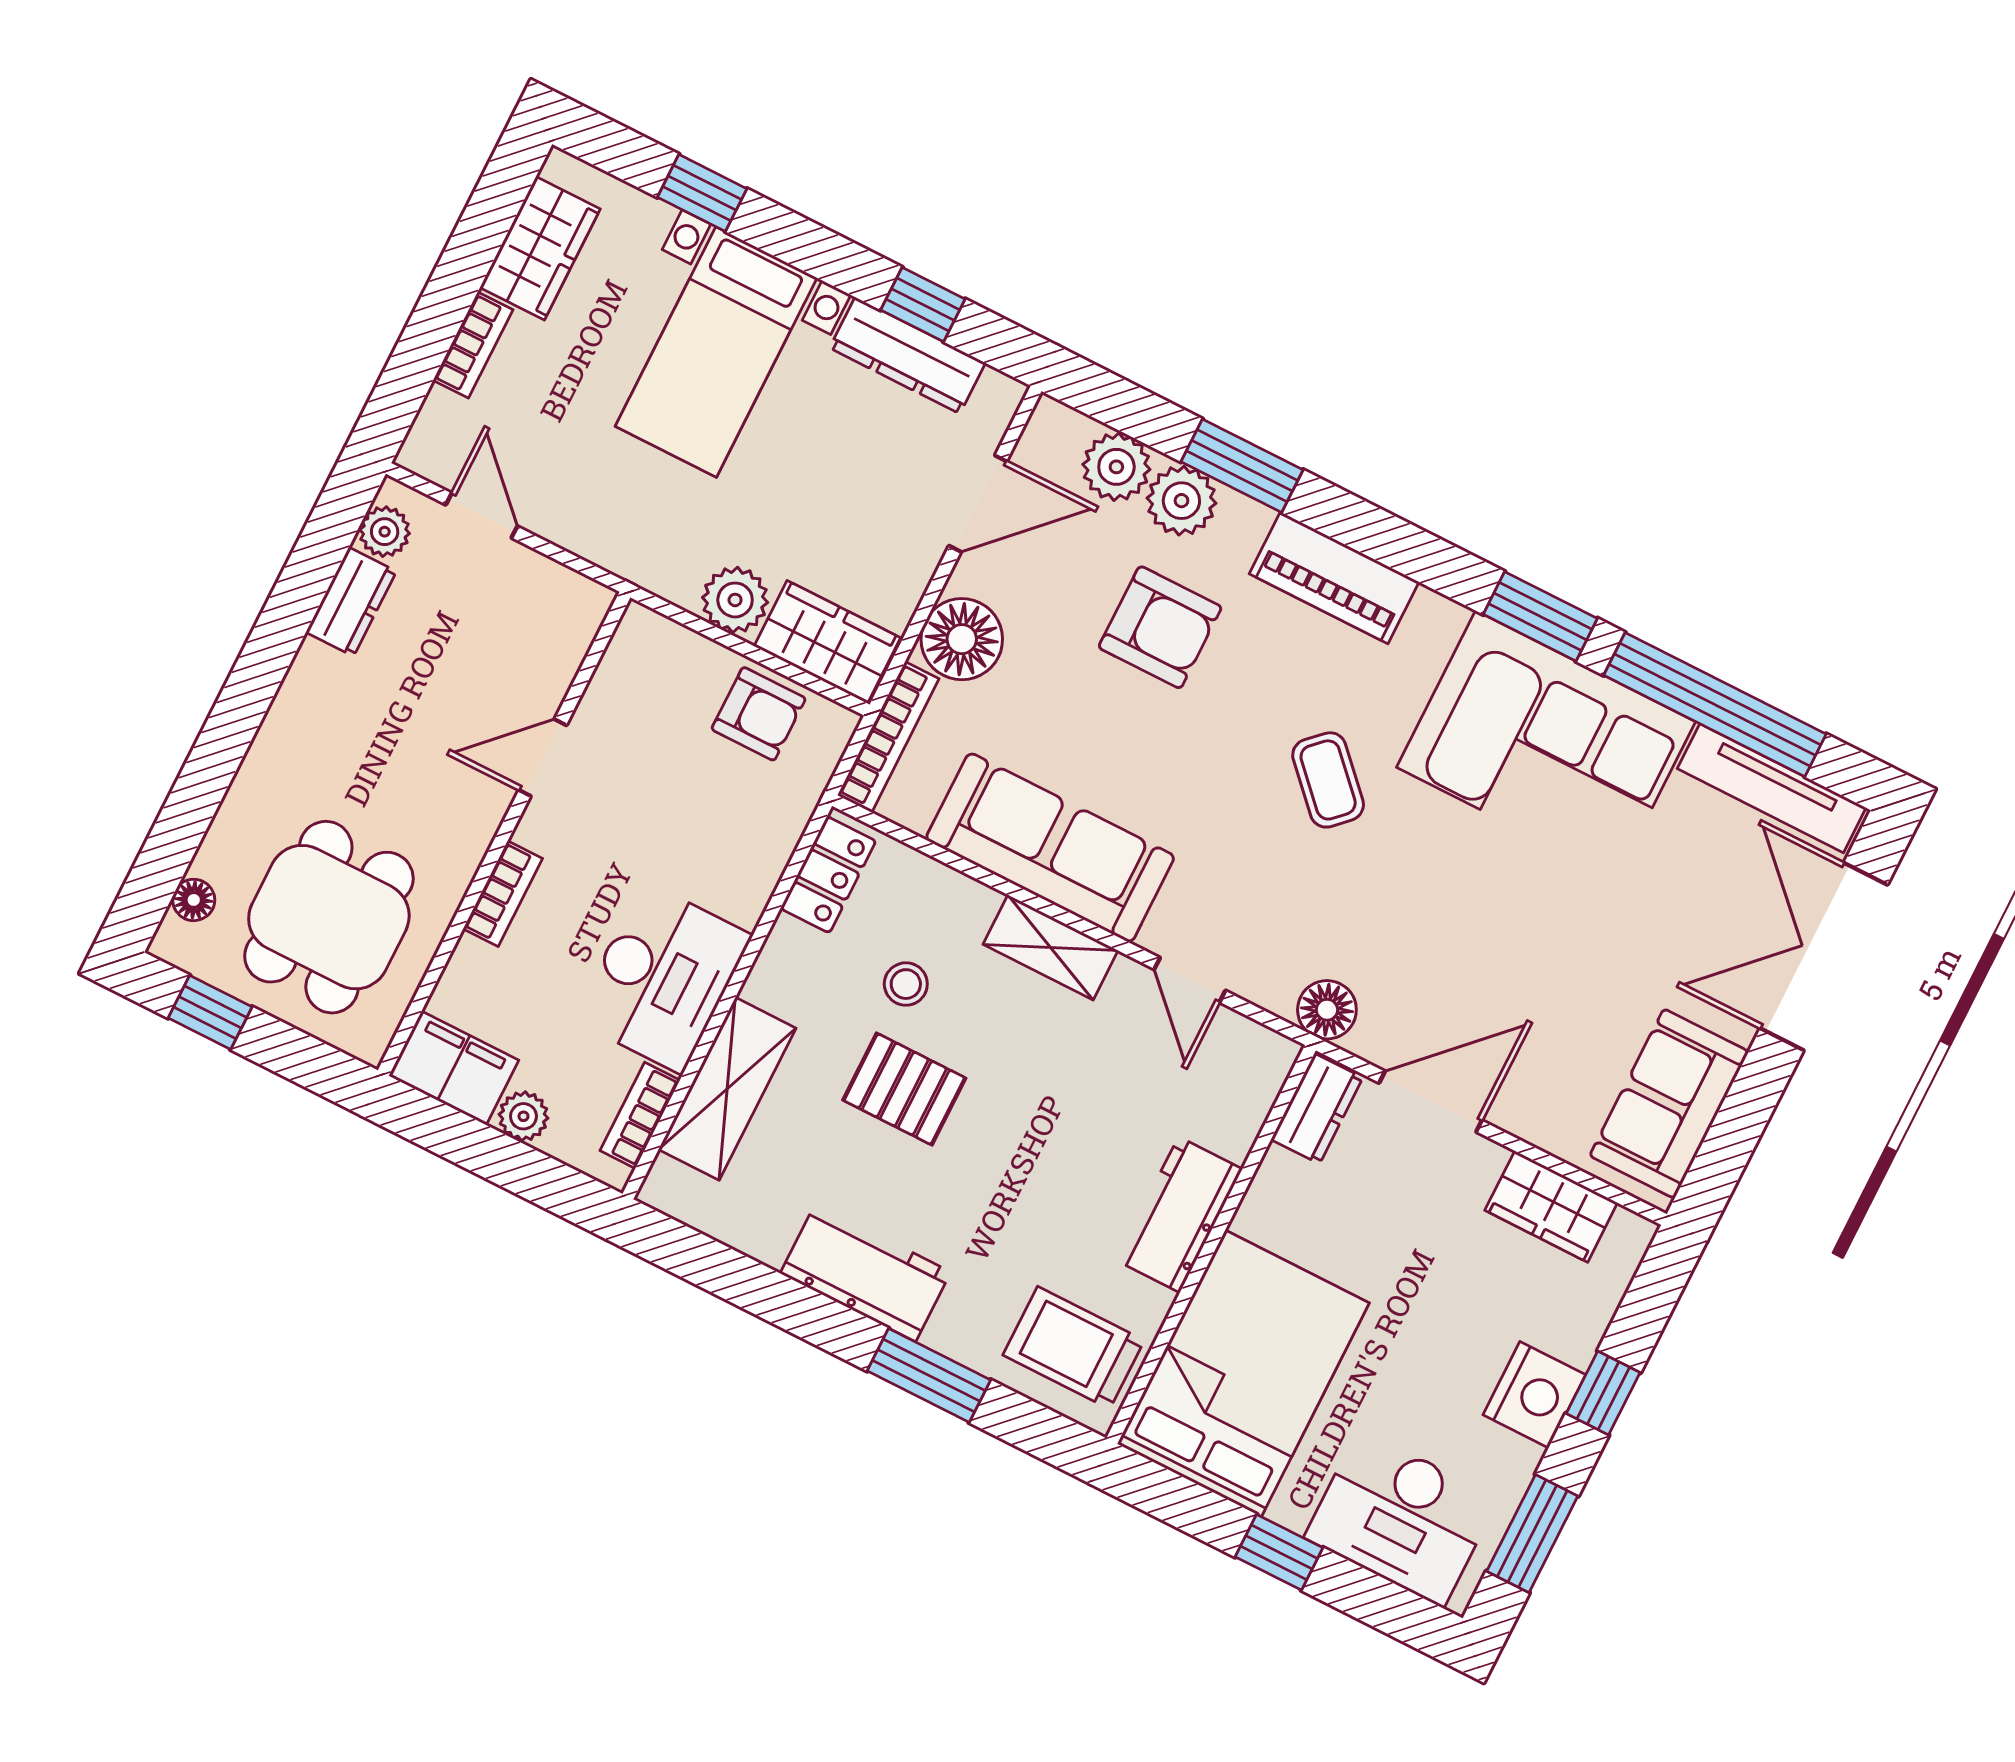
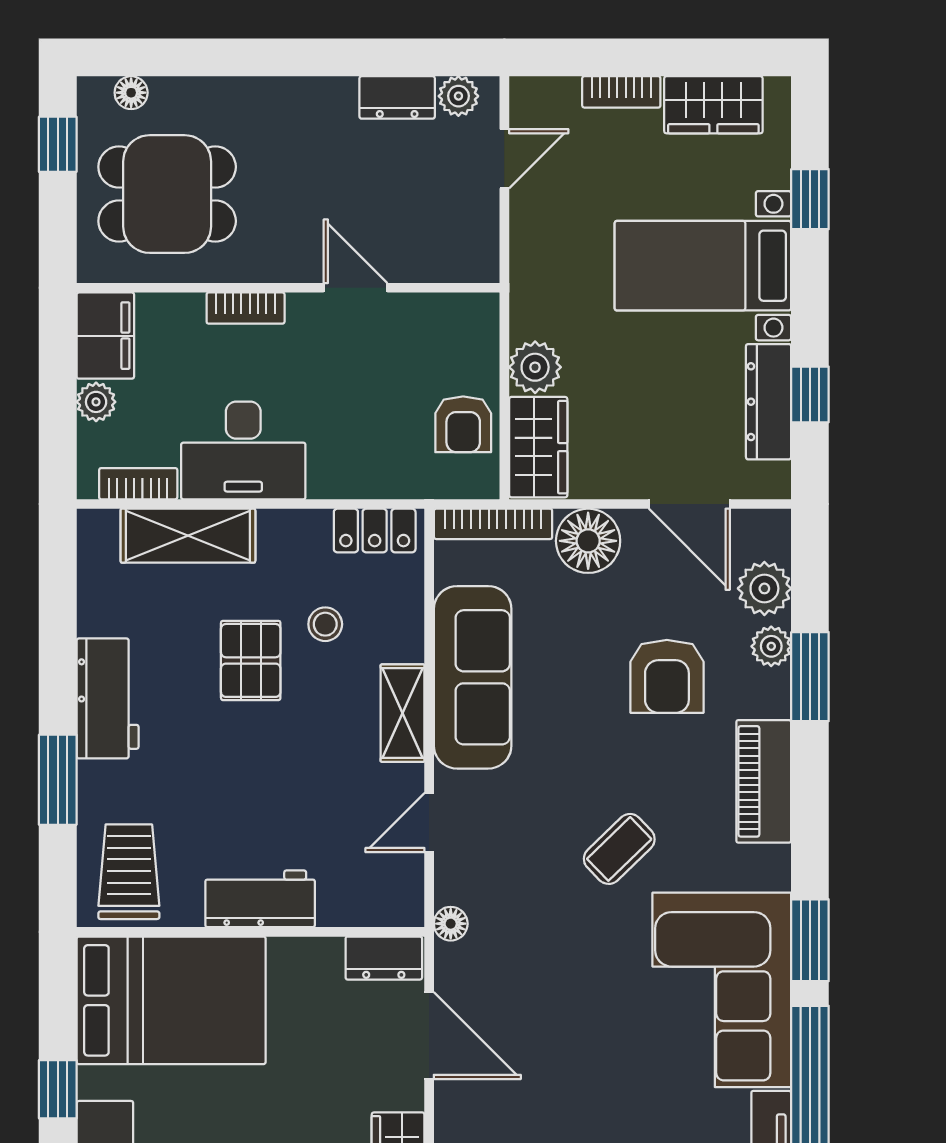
plant: (1181, 501) -> (771, 646), width x0.73, depth x0.73
floor lamp: (1327, 1010) -> (451, 924), width x0.73, depth x0.73

